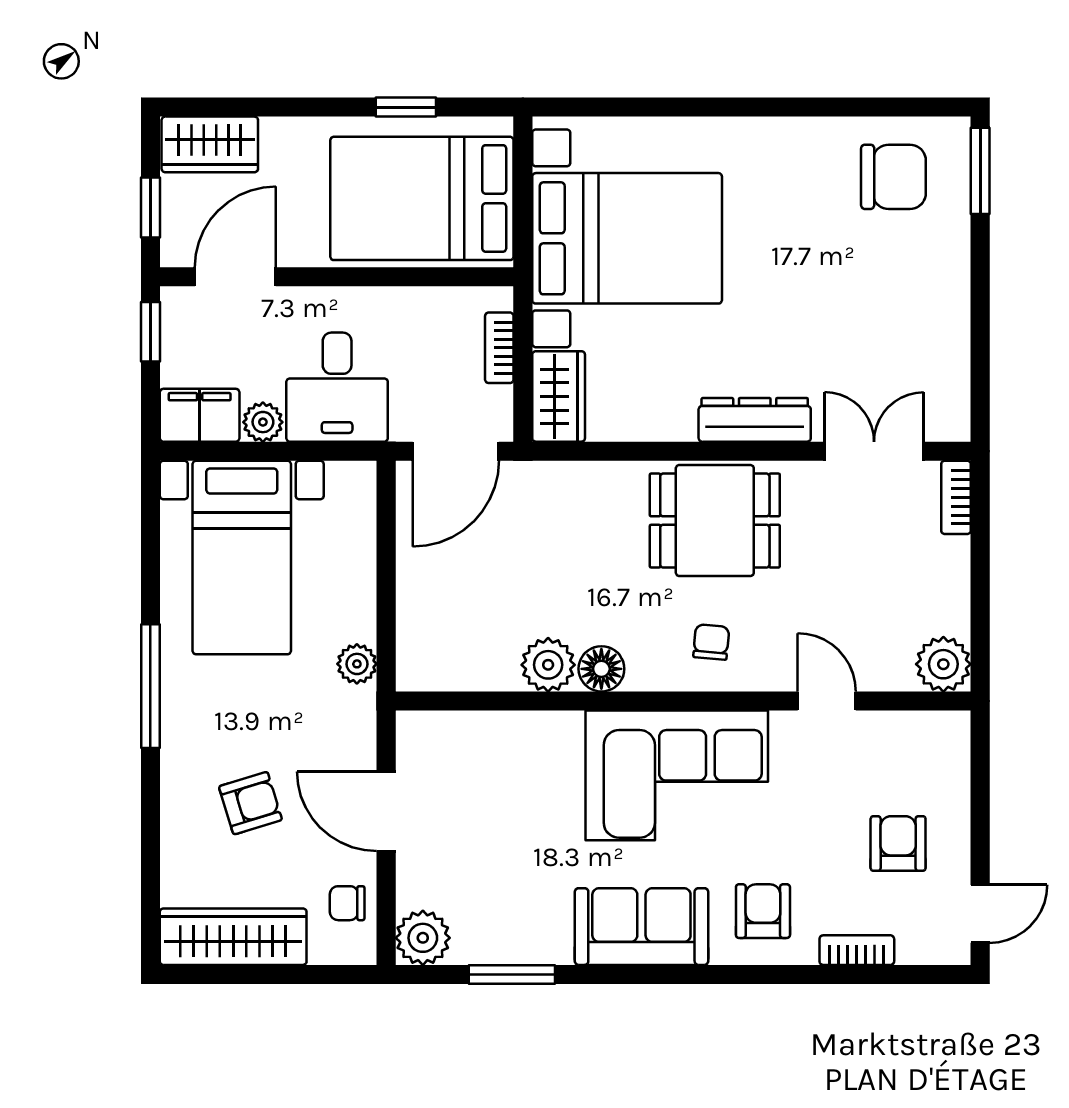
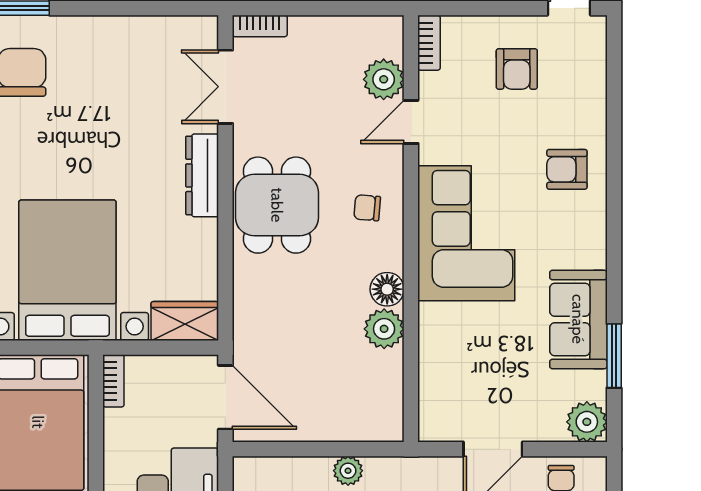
bookcase: (499, 348) -> (113, 381), moved, turned -90
plant: (357, 664) -> (348, 471), moved
plant: (943, 664) -> (384, 79), moved
armchair: (898, 843) -> (517, 69), turned -90
sofa: (641, 927) -> (578, 319), moved
bookcase: (857, 950) -> (429, 43), moved, turned 180

